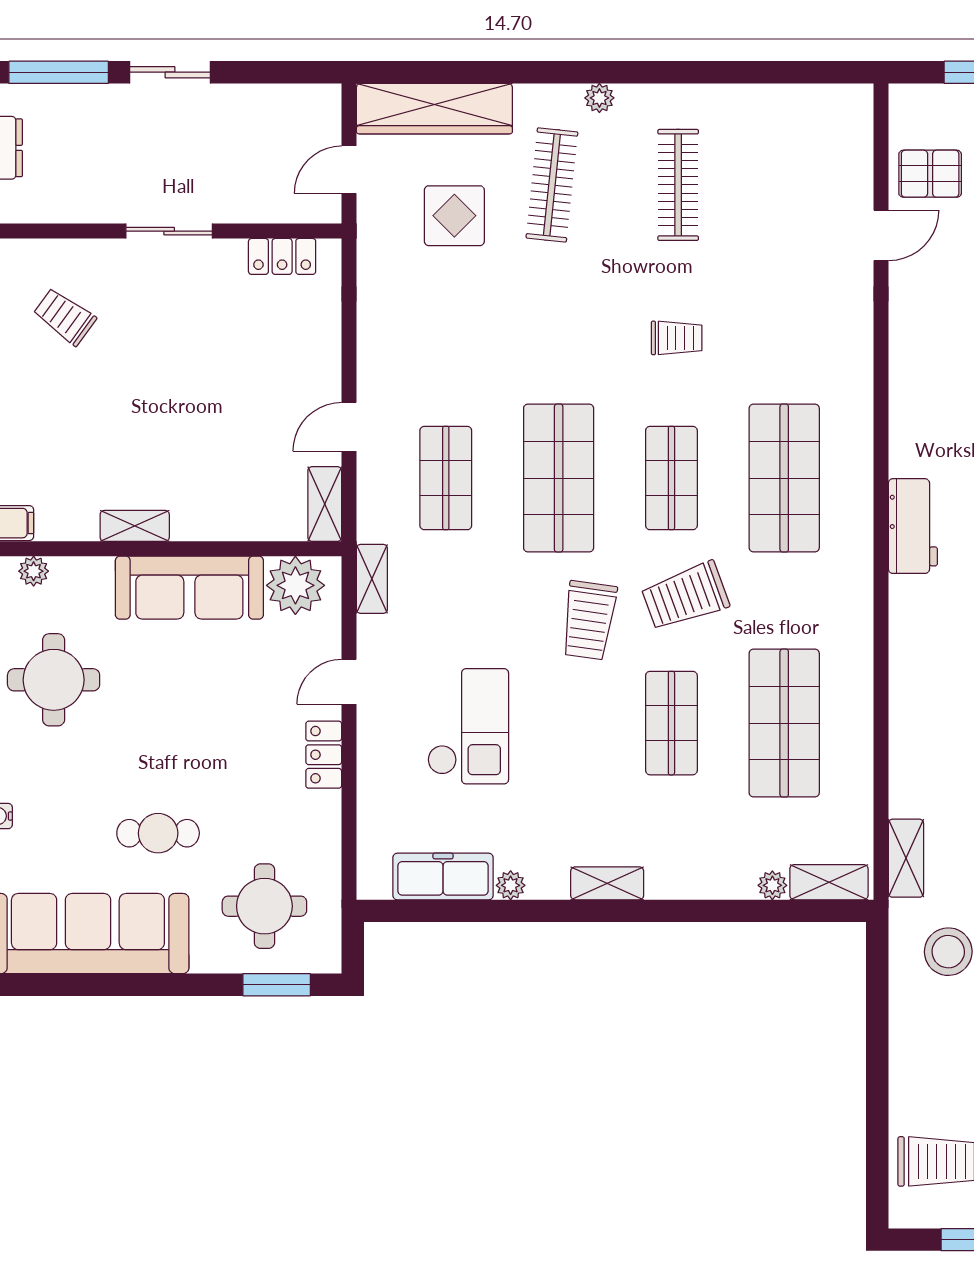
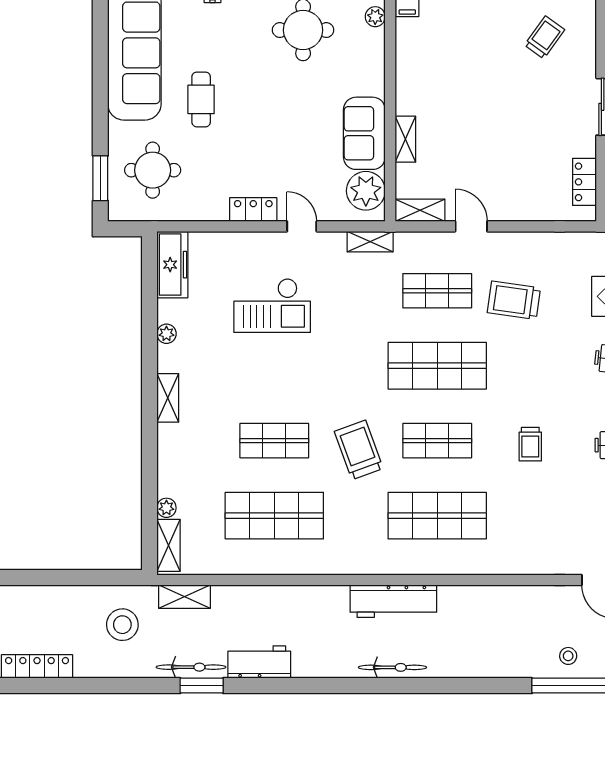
shelving: (135, 526) -> (405, 139), moved
workbench: (913, 526) -> (393, 601), width x1.38
sofa: (189, 588) -> (364, 133), width x0.73
trolley: (589, 620) -> (514, 300), moved
freezer: (443, 877) -> (172, 265), moved

